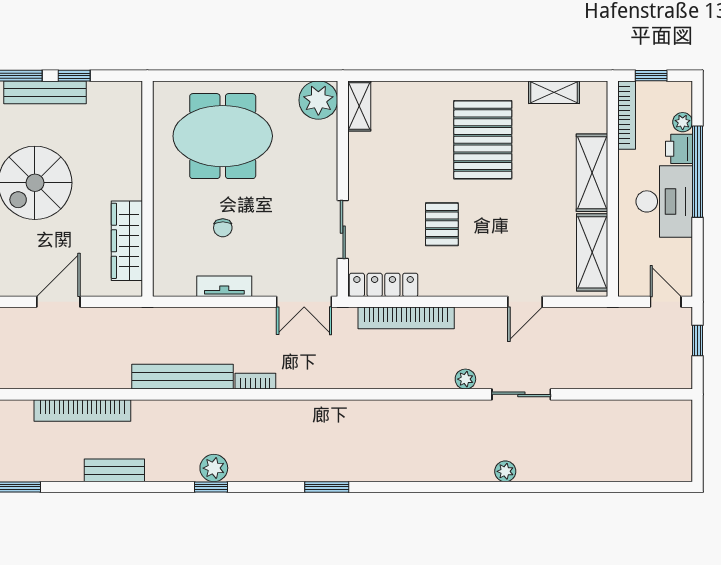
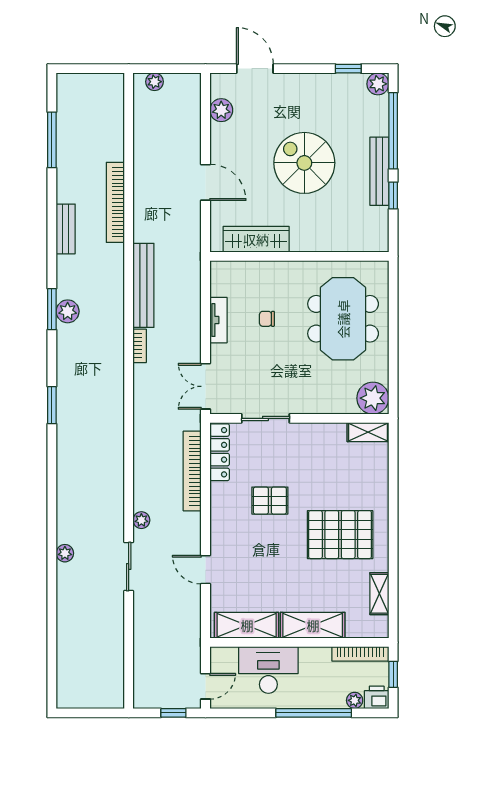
printer: (679, 149) -> (377, 697), moved
desk: (664, 201) -> (268, 670), moved, turned 180
window: (211, 487) -> (52, 309), width x1.50

